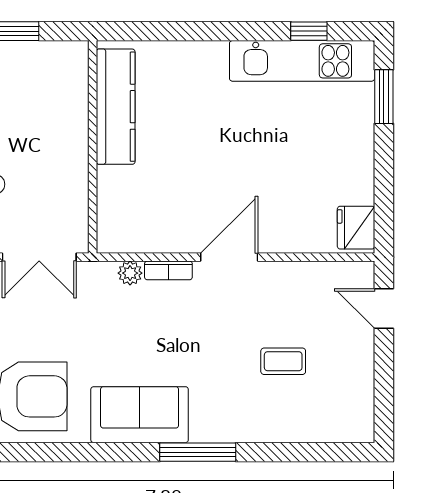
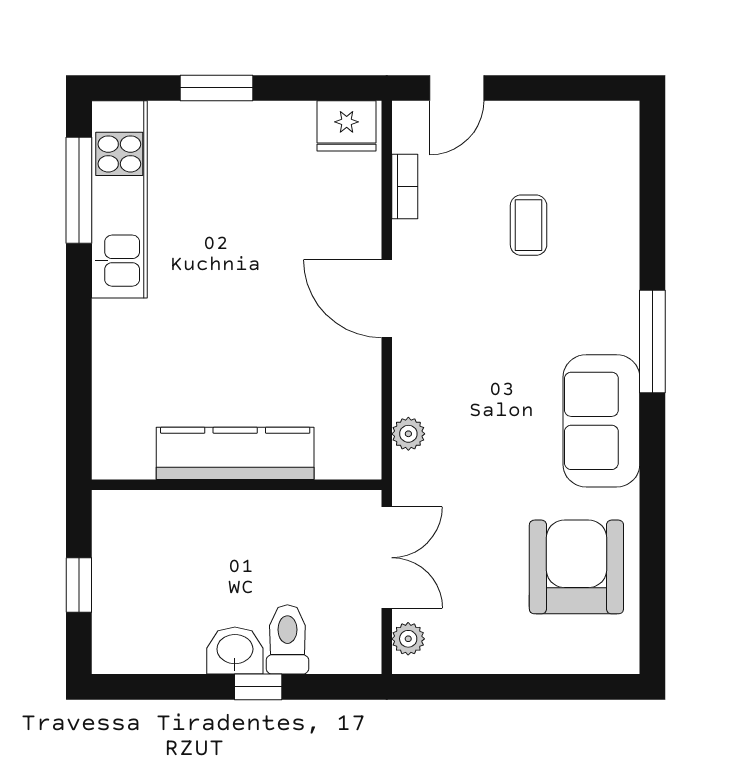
window: (309, 31) -> (79, 190), width x2.17
window: (384, 97) -> (216, 88), moved
kitchen counter: (116, 107) -> (235, 453), moved
bookcase: (168, 270) -> (405, 186), moved

